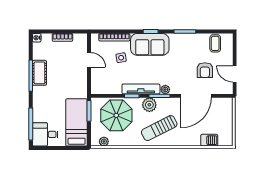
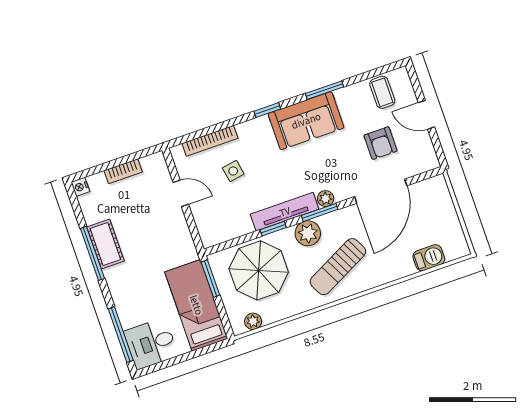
sofa: (150, 44) -> (306, 121), moved
door: (235, 74) -> (426, 115), moved

